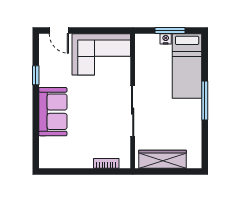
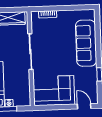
sofa: (53, 112) -> (86, 43), width x1.36

